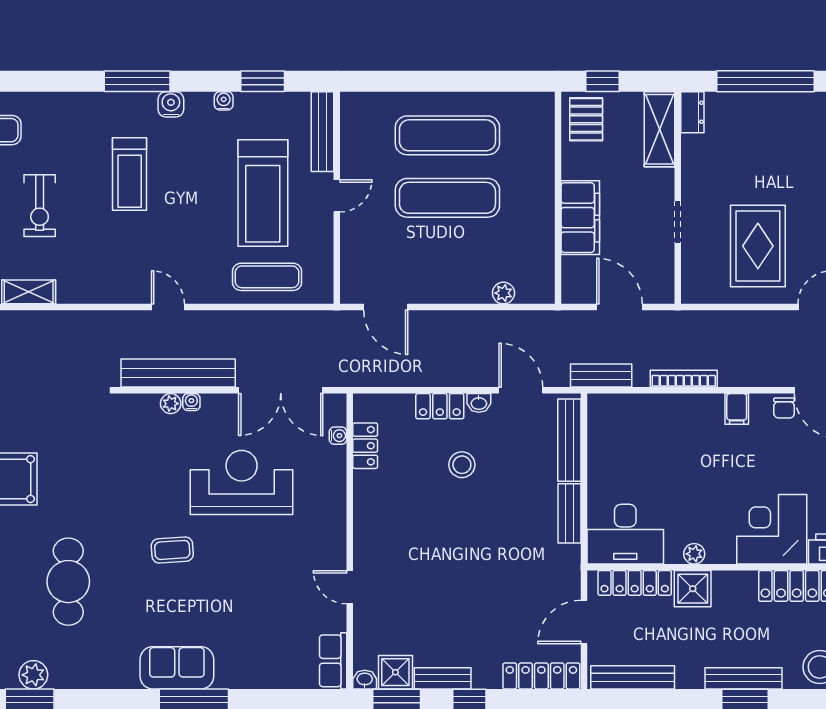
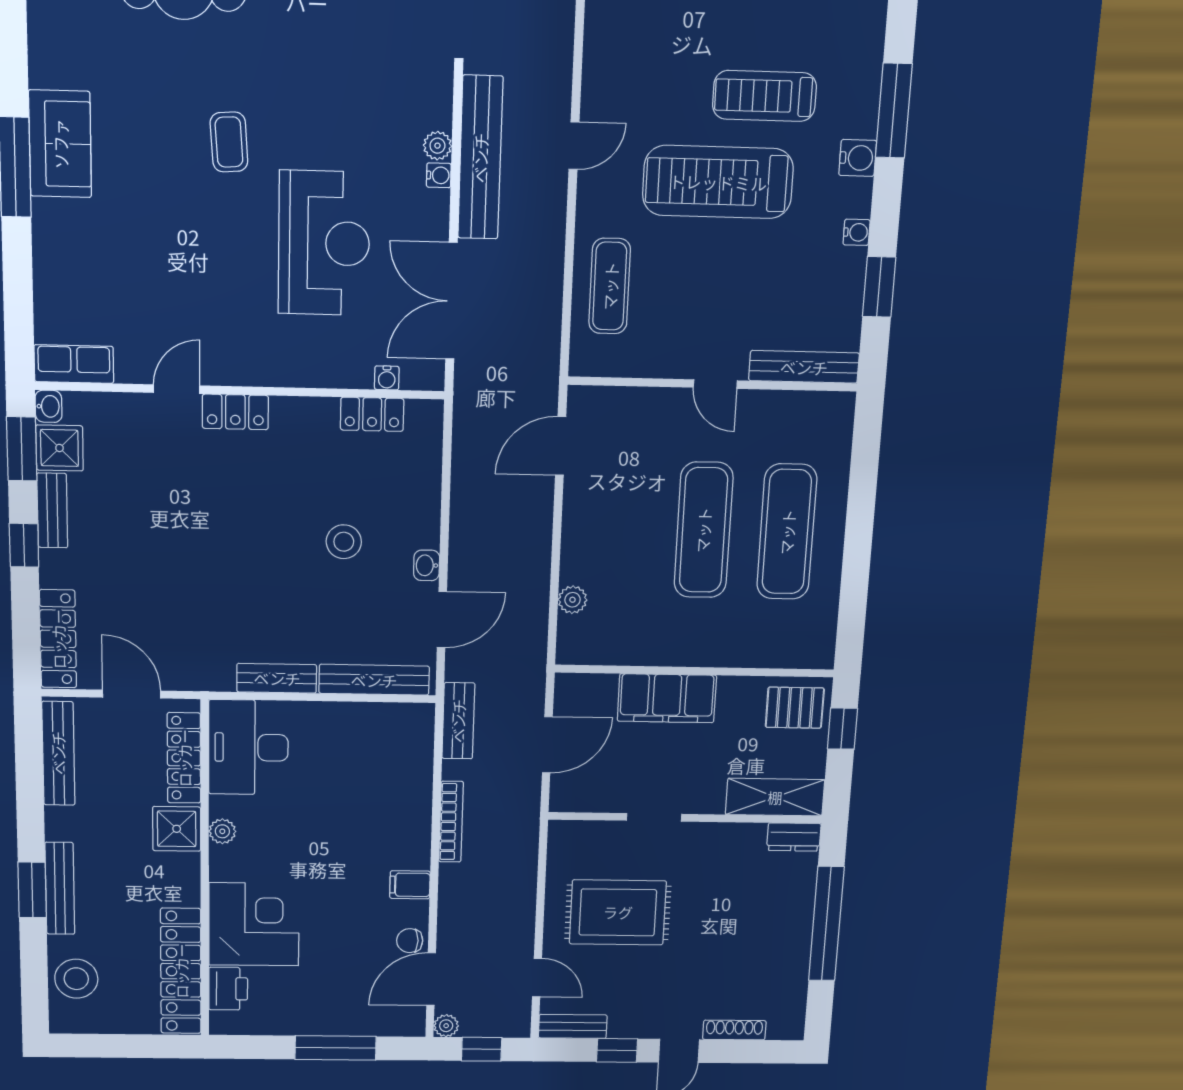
treadmill: (263, 193) -> (718, 182), moved
locker: (440, 406) -> (235, 412), moved, turned -90

